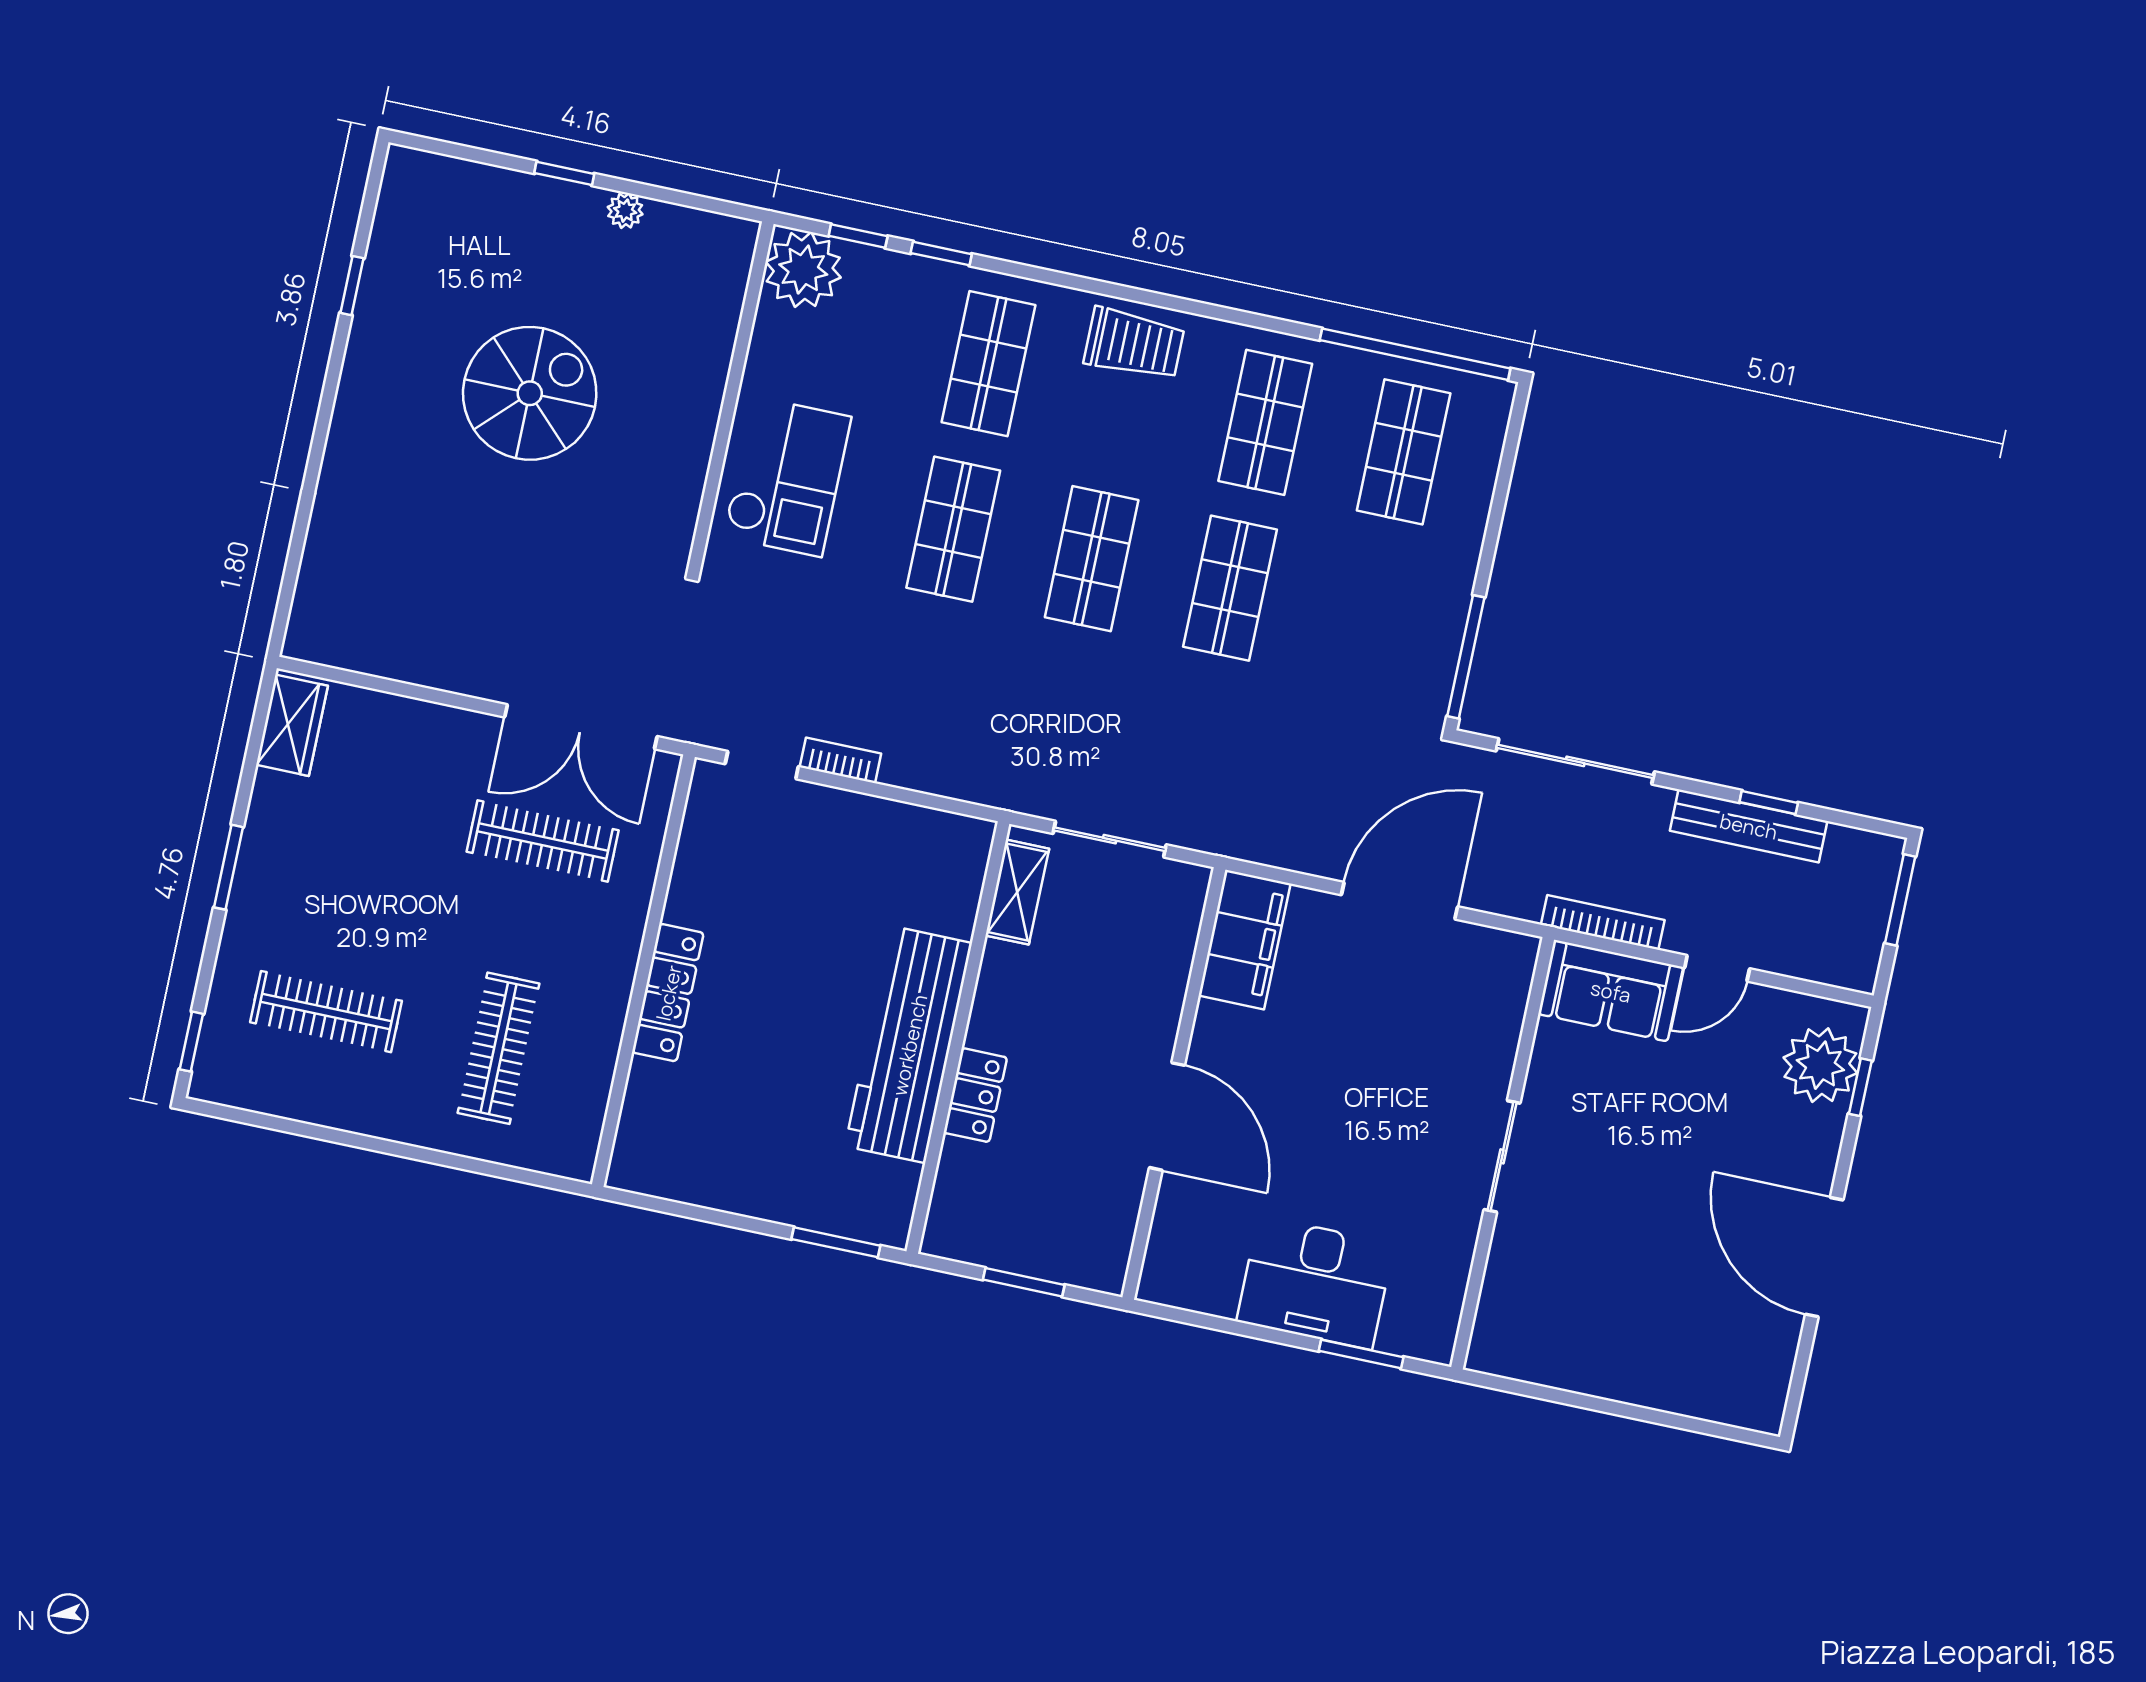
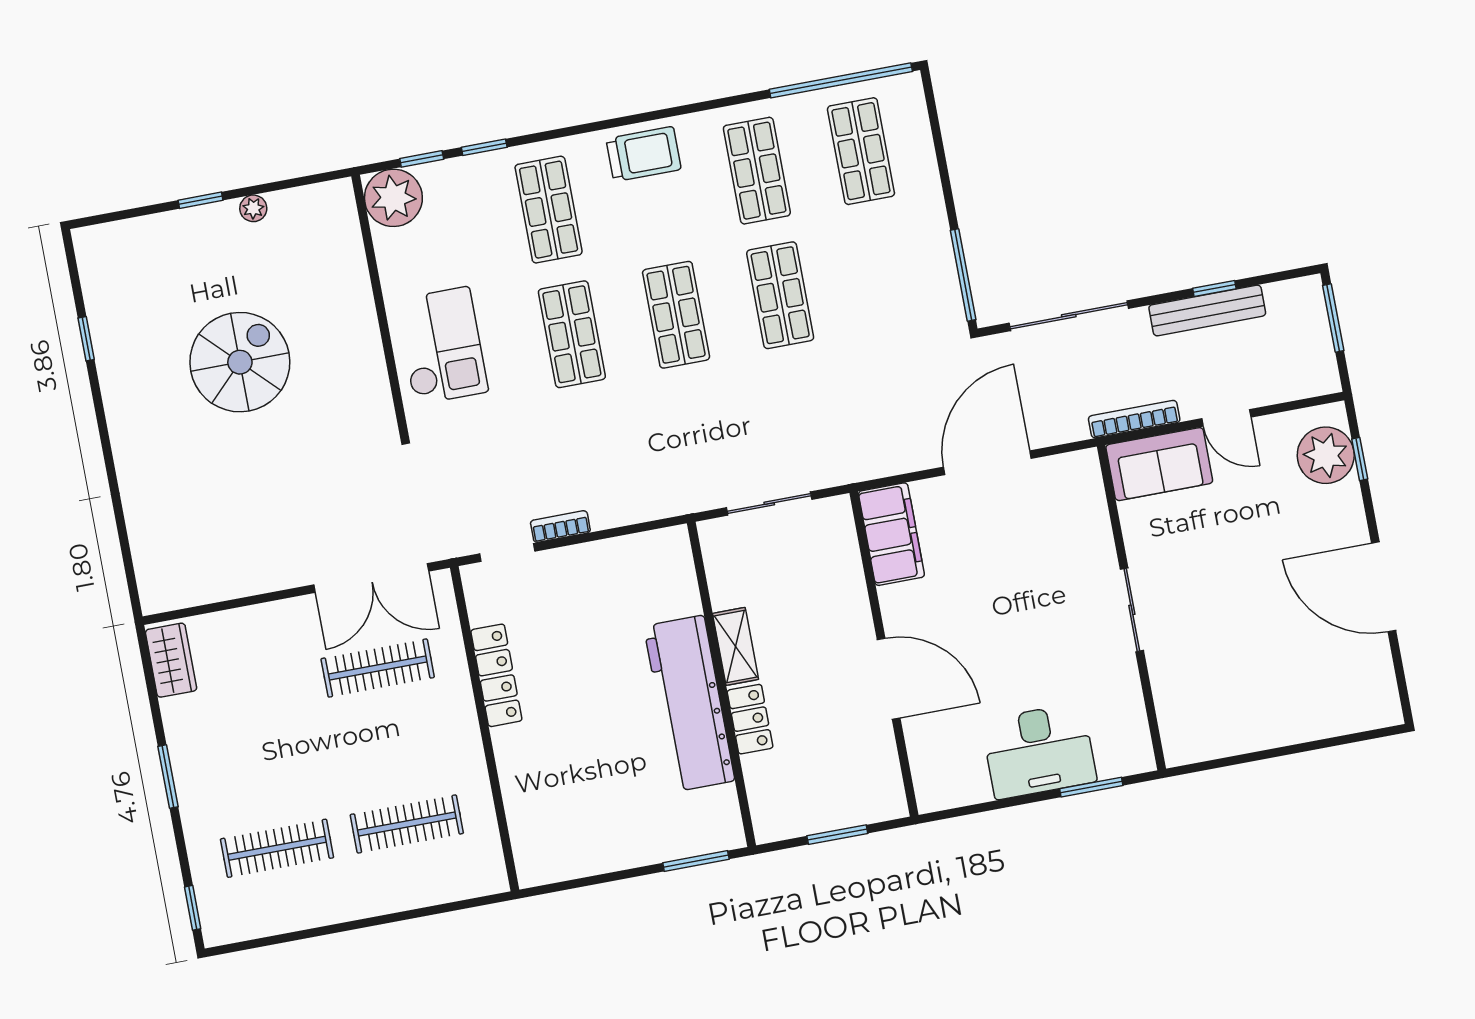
shelving: (1017, 892) -> (736, 646), moved
door: (1717, 968) -> (1226, 418), hinge flipped
locker: (668, 993) -> (496, 675), moved
clothes rail: (499, 1048) -> (407, 824), turned 90

